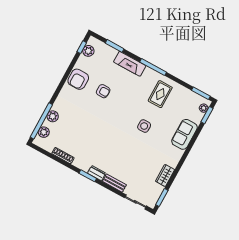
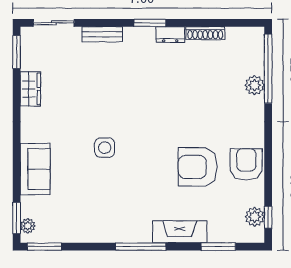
armchair: (103, 91) -> (198, 167), width x1.88, depth x1.88
rug: (160, 94) -> (107, 211), removed
plant: (44, 132) -> (255, 53), removed
dresser: (97, 173) -> (170, 35), moved

